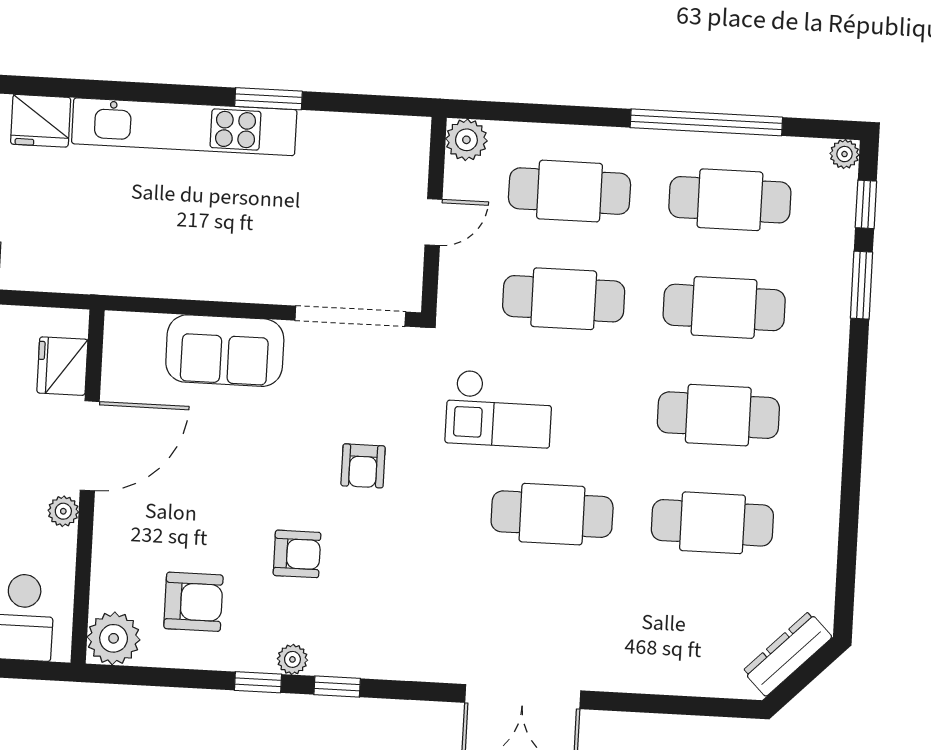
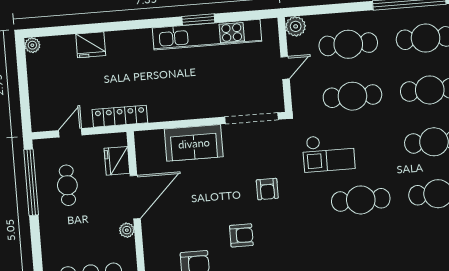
kitchen unit: (184, 127) -> (207, 35), moved
locker: (81, 275) -> (120, 116), added

